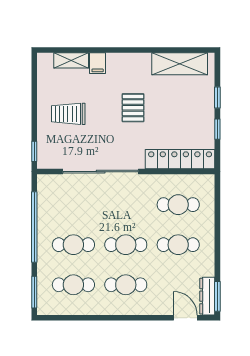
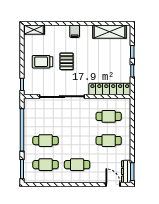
shelving: (71, 60) -> (34, 30), moved
filing cabinet: (98, 63) -> (75, 31), moved
pallet: (133, 108) -> (67, 61), moved
cafe table: (126, 245) -> (77, 141), removed

